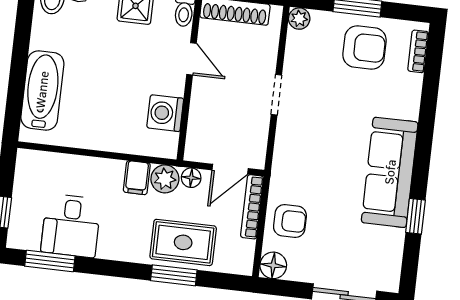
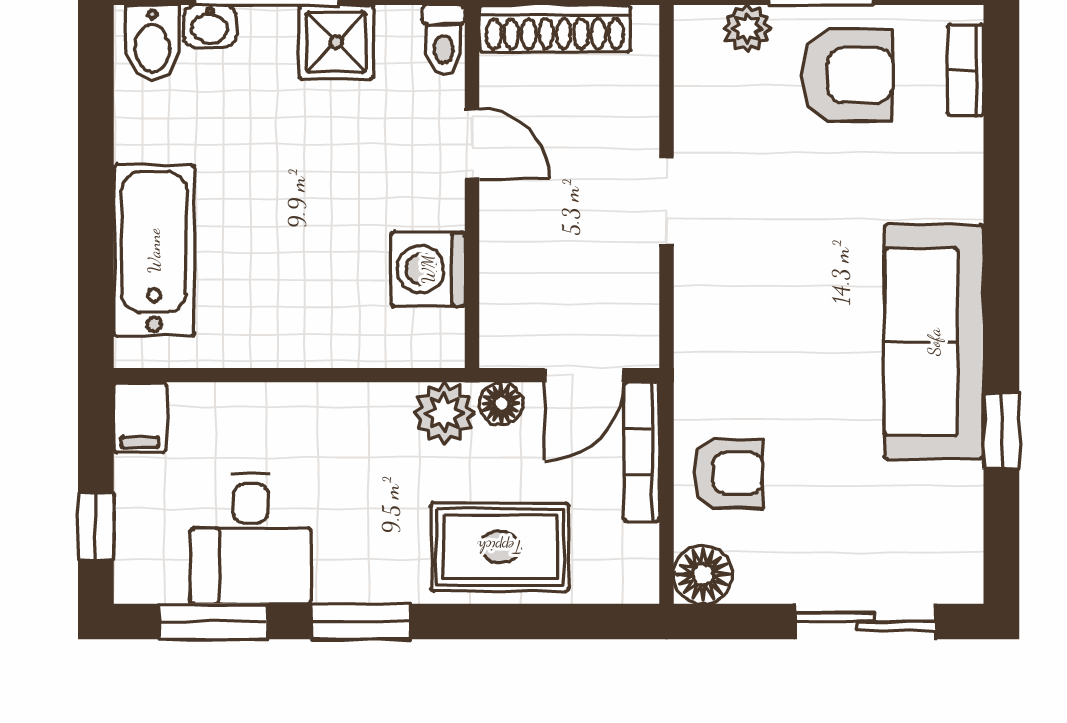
plant: (299, 19) -> (747, 28), moved
filing cabinet: (137, 178) -> (140, 417), moved
window: (174, 275) -> (361, 622), moved

